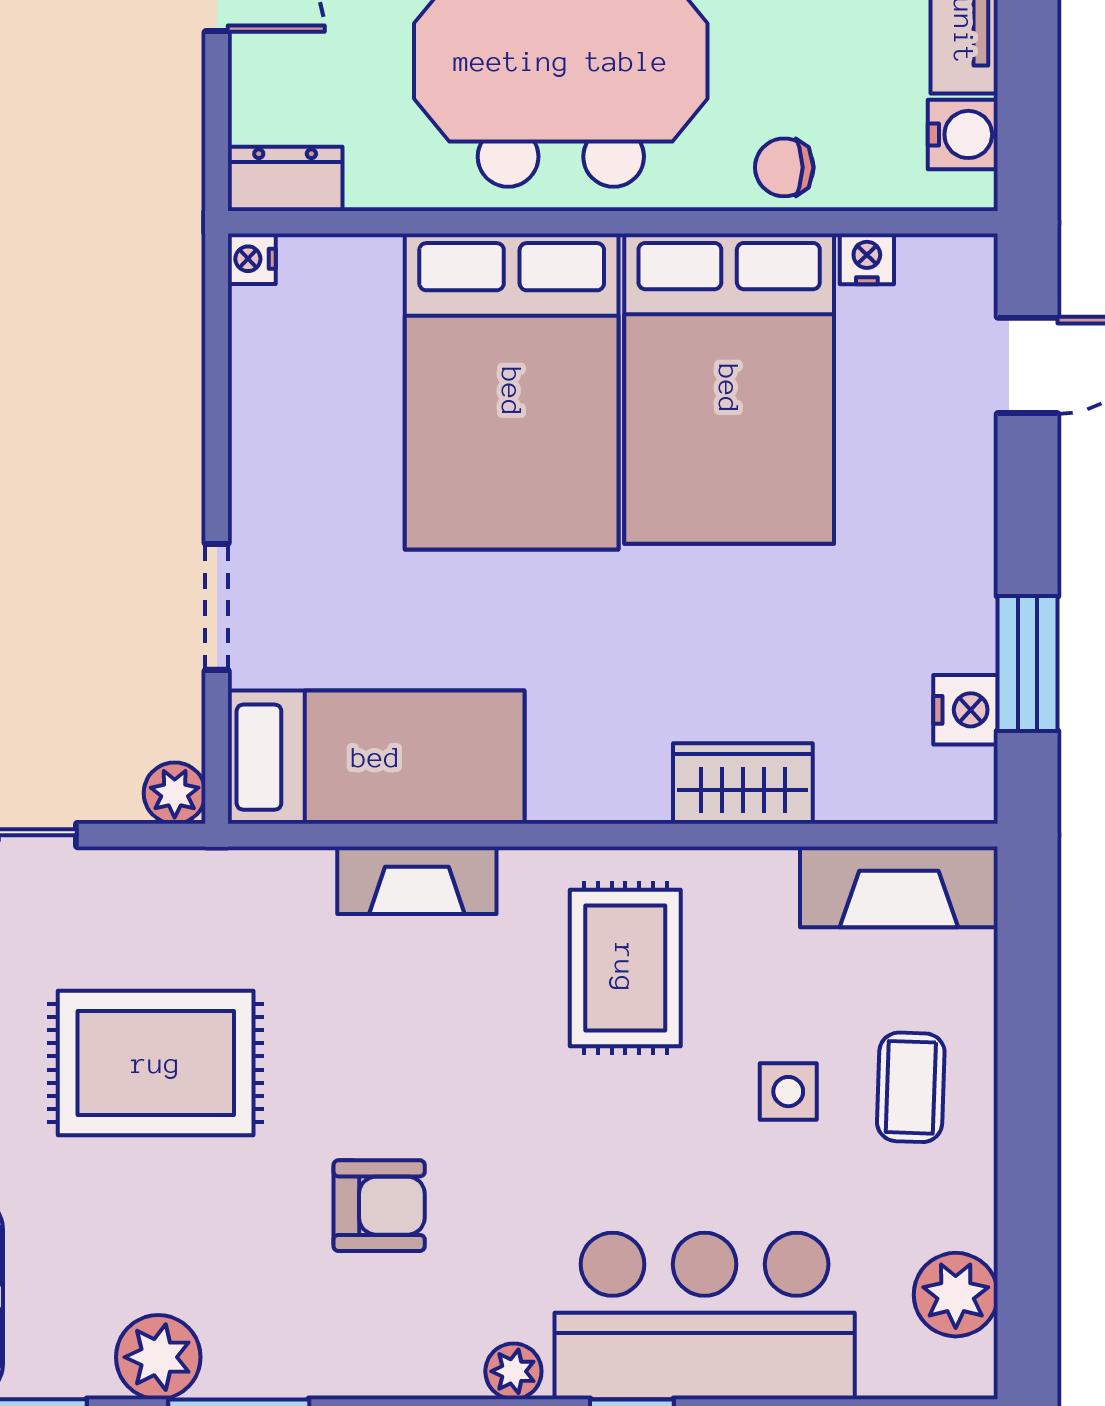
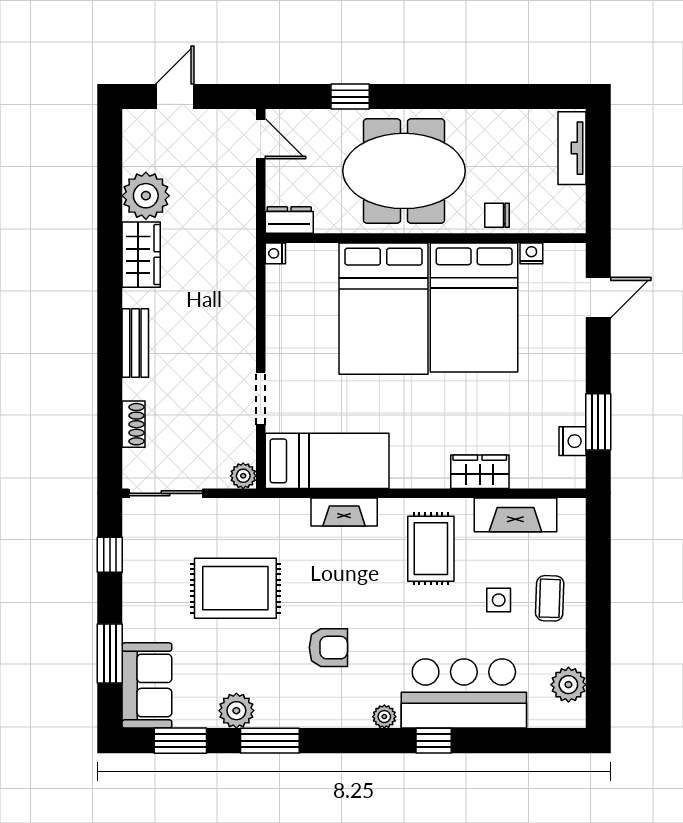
water cooler: (963, 134) -> (571, 202), removed
fireplace: (899, 887) -> (515, 515), moved

